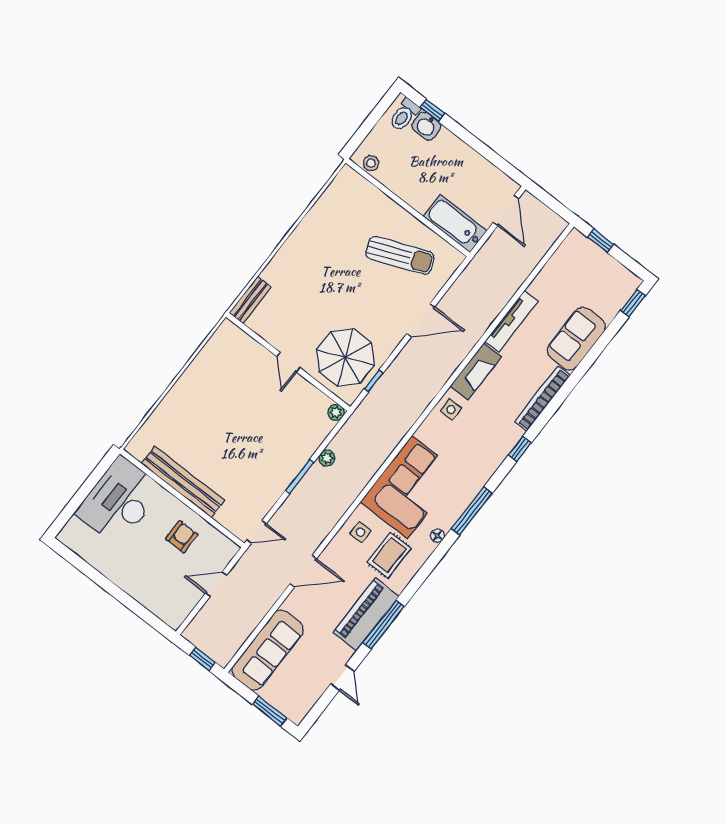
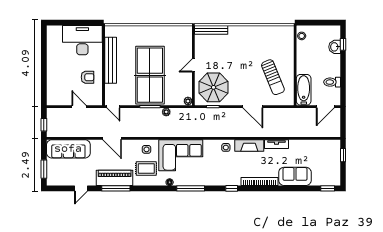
toilet: (404, 115) -> (332, 82), moved
bench: (250, 300) -> (211, 30), width x1.36
tv unit: (511, 321) -> (276, 144), width x0.71
table tennis table: (252, 440) -> (150, 75), added

